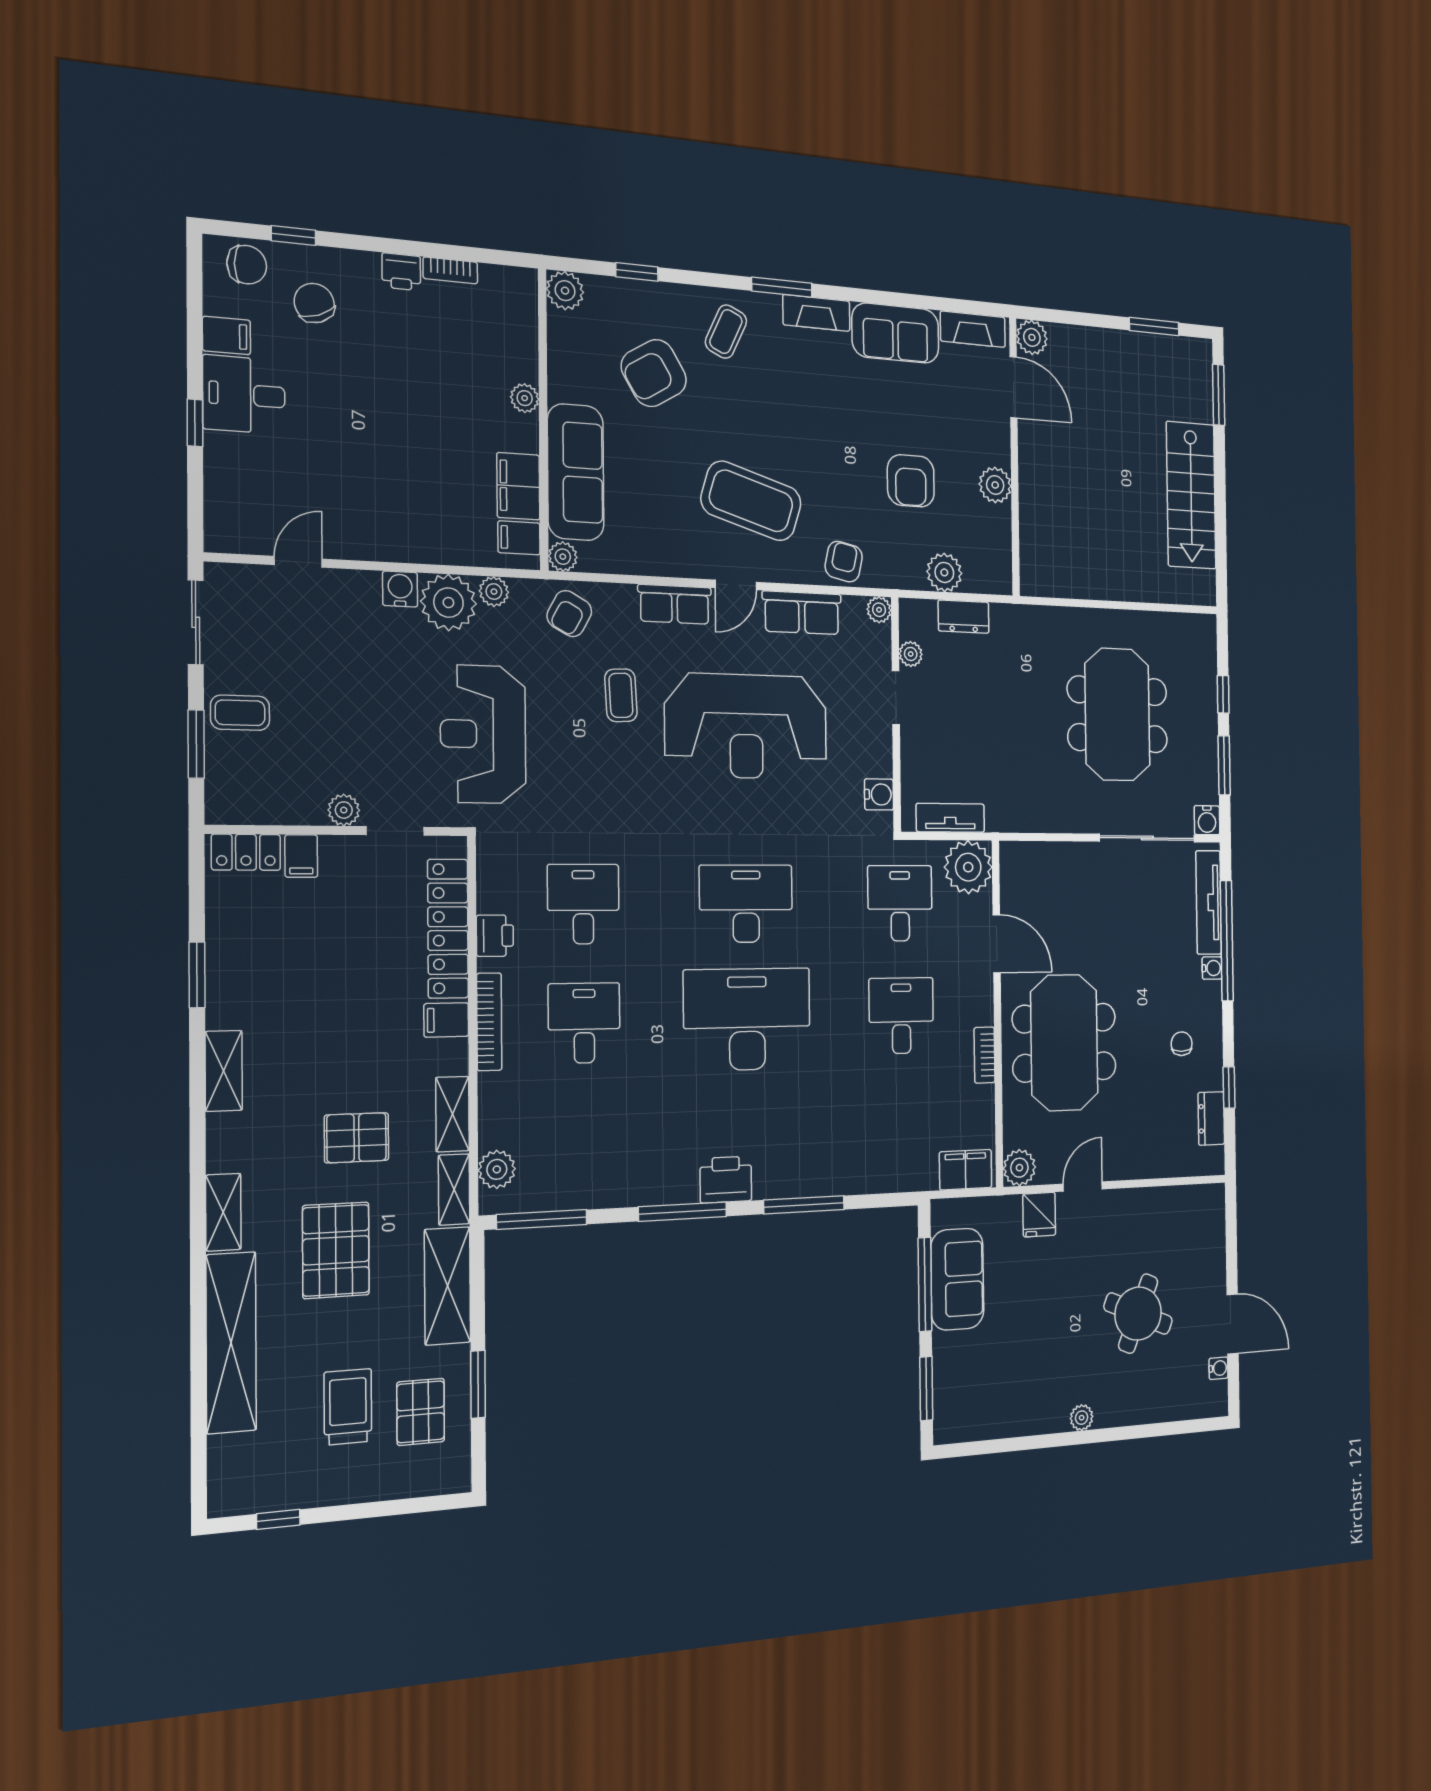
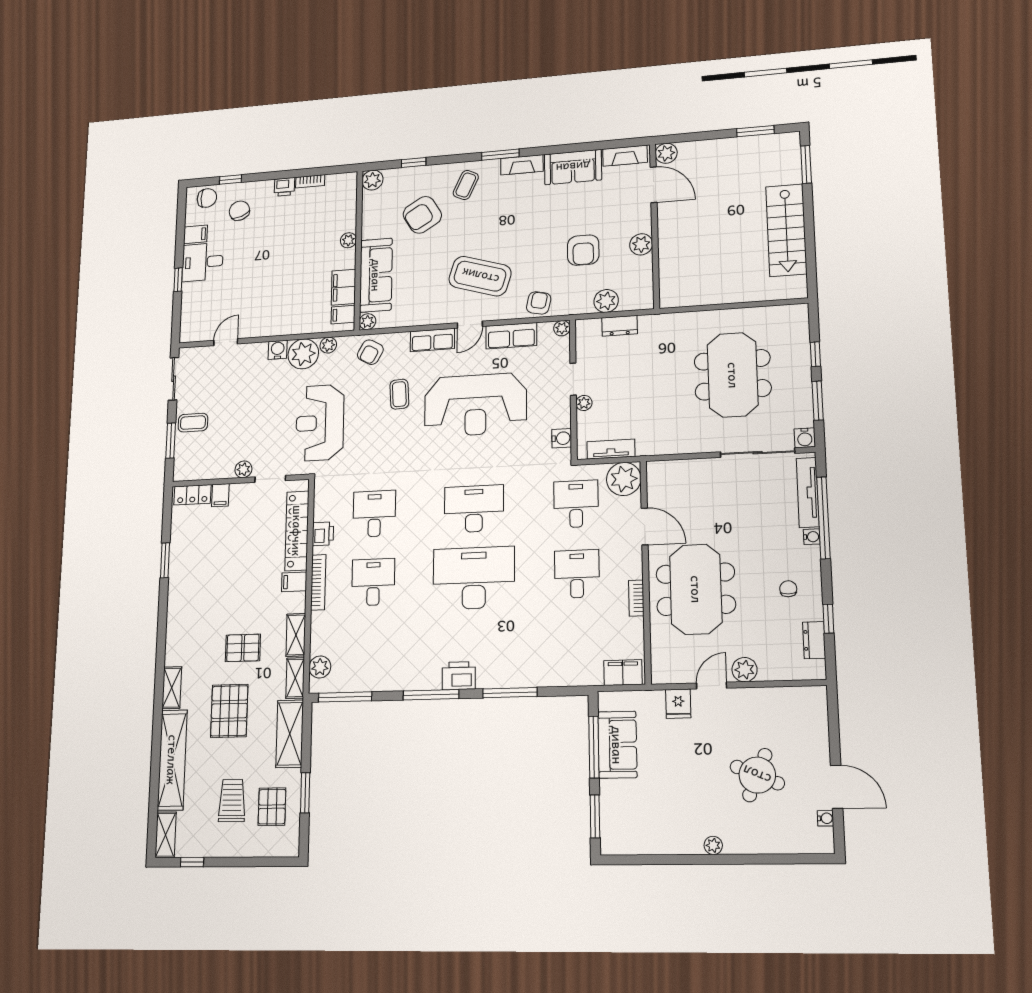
plant: (911, 654) -> (584, 403), moved
shelving: (224, 1071) -> (166, 835), moved
plant: (1019, 1168) -> (745, 670), moved

